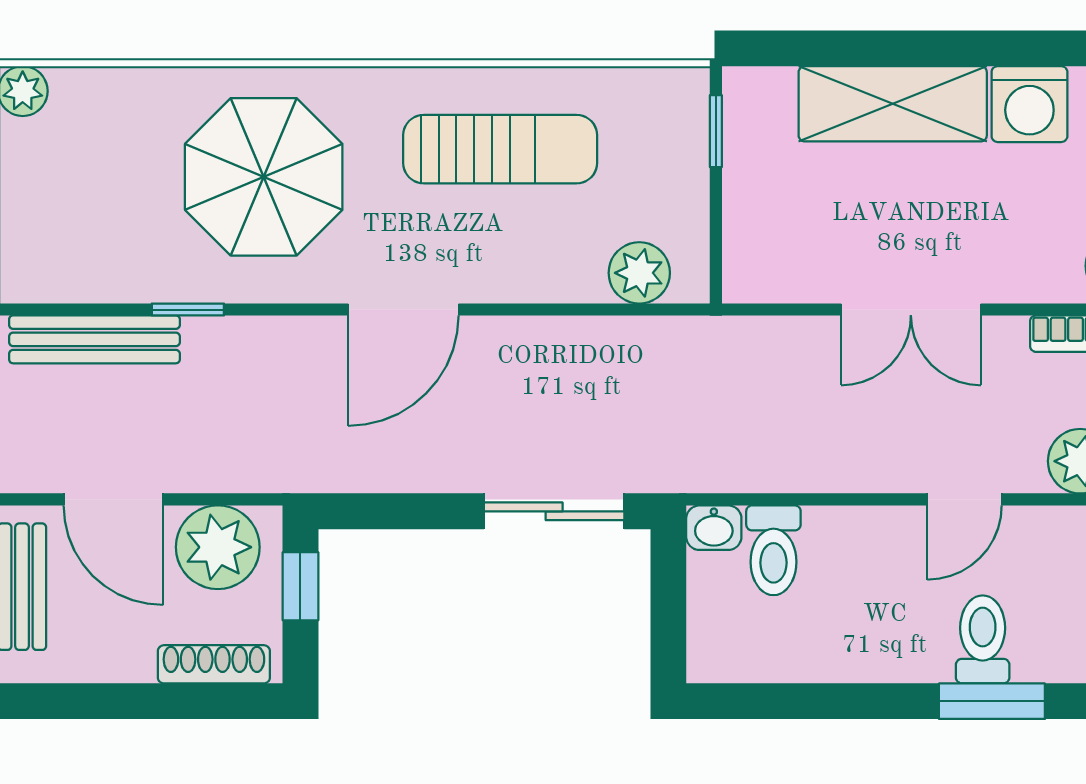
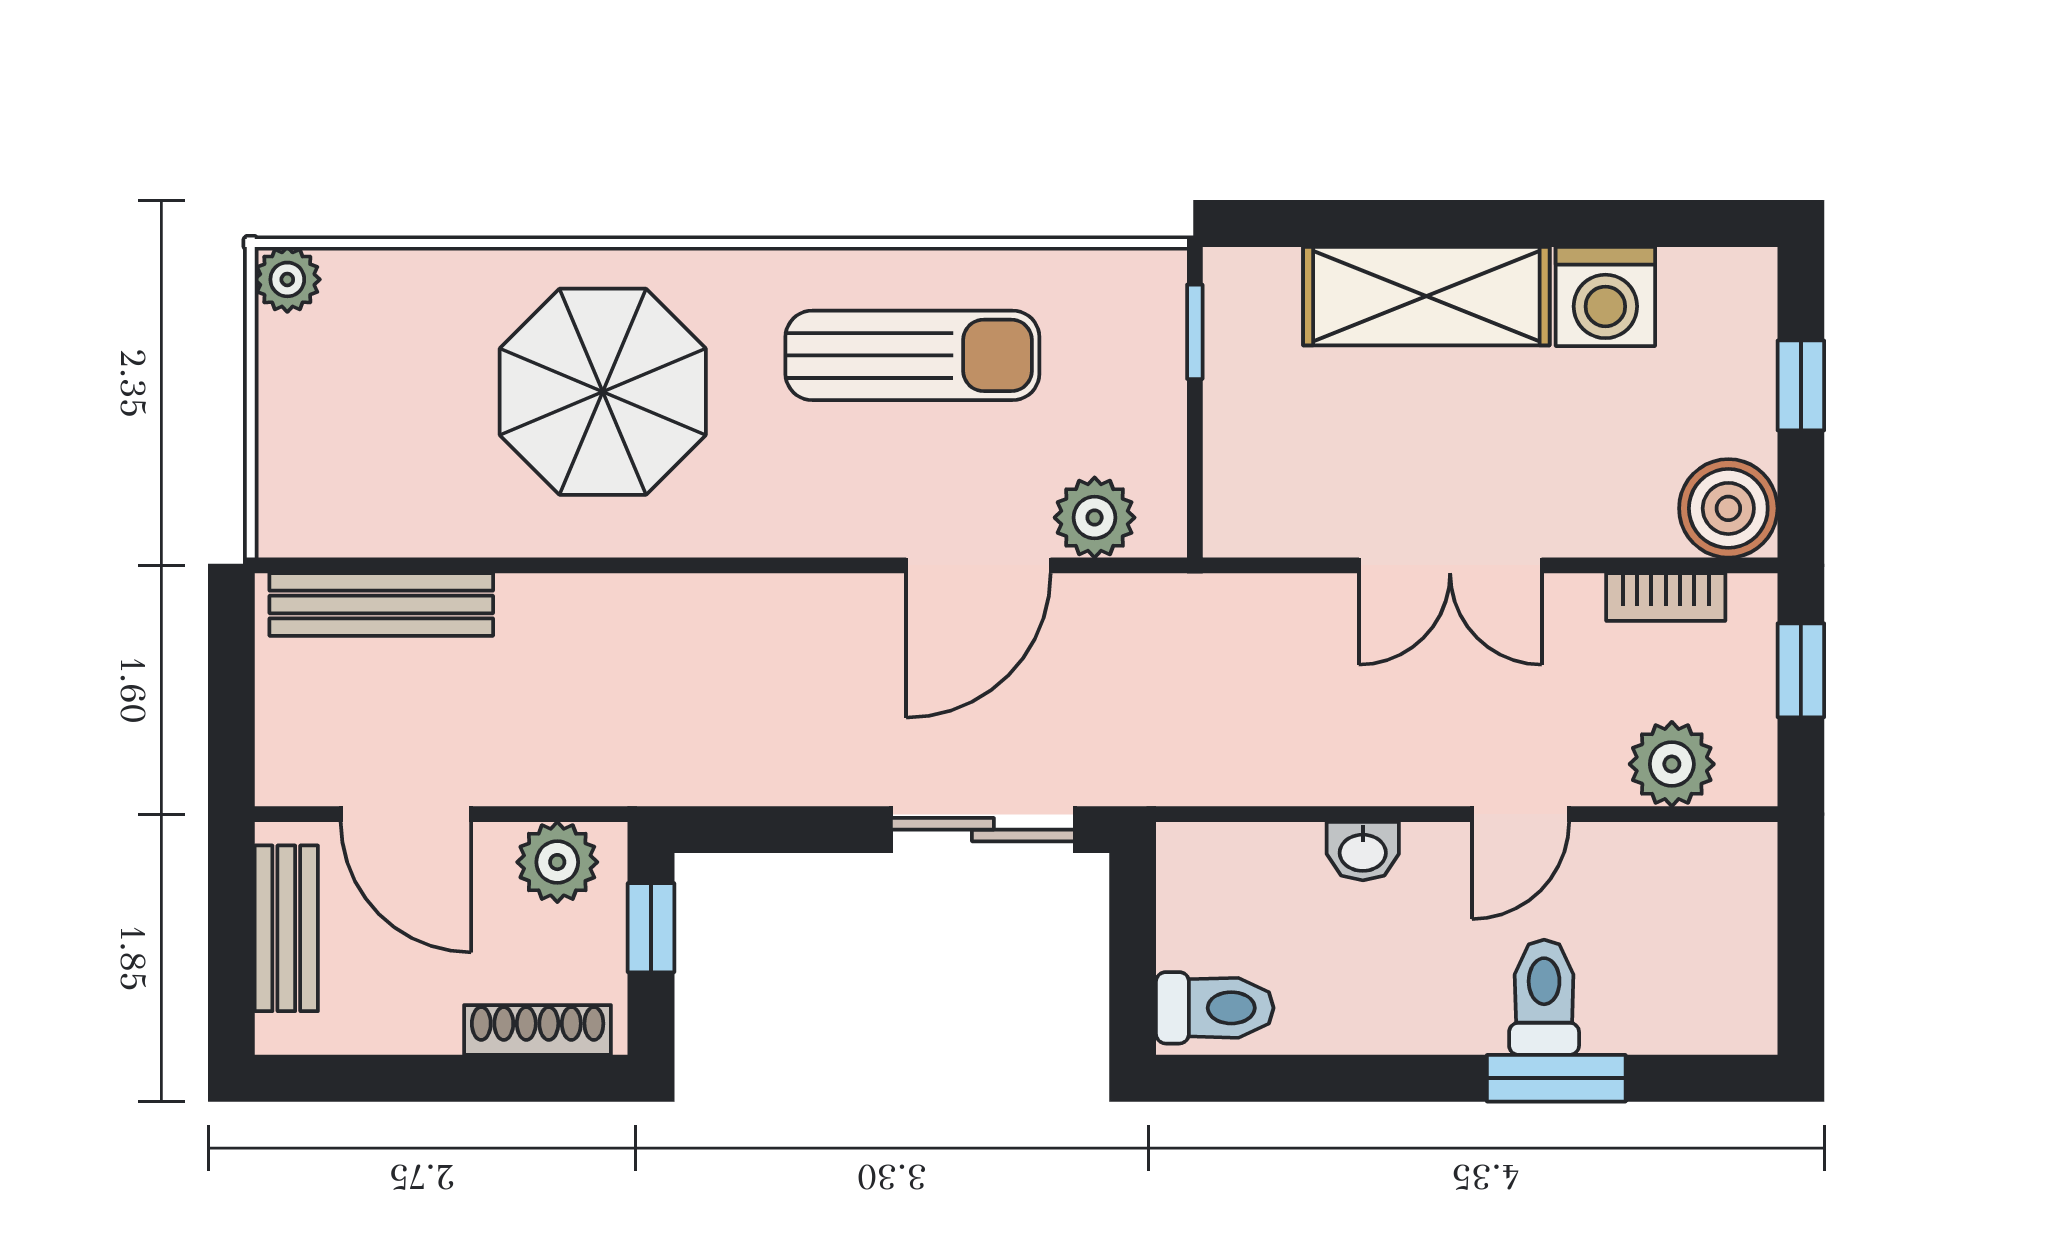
window: (188, 310) -> (504, 565), removed
door: (403, 310) -> (978, 565), moved
washbasin: (714, 528) -> (1363, 851), moved
plant: (218, 547) -> (557, 862), width x0.73, depth x0.73
toilet: (773, 550) -> (1215, 1008), moved, turned -90

